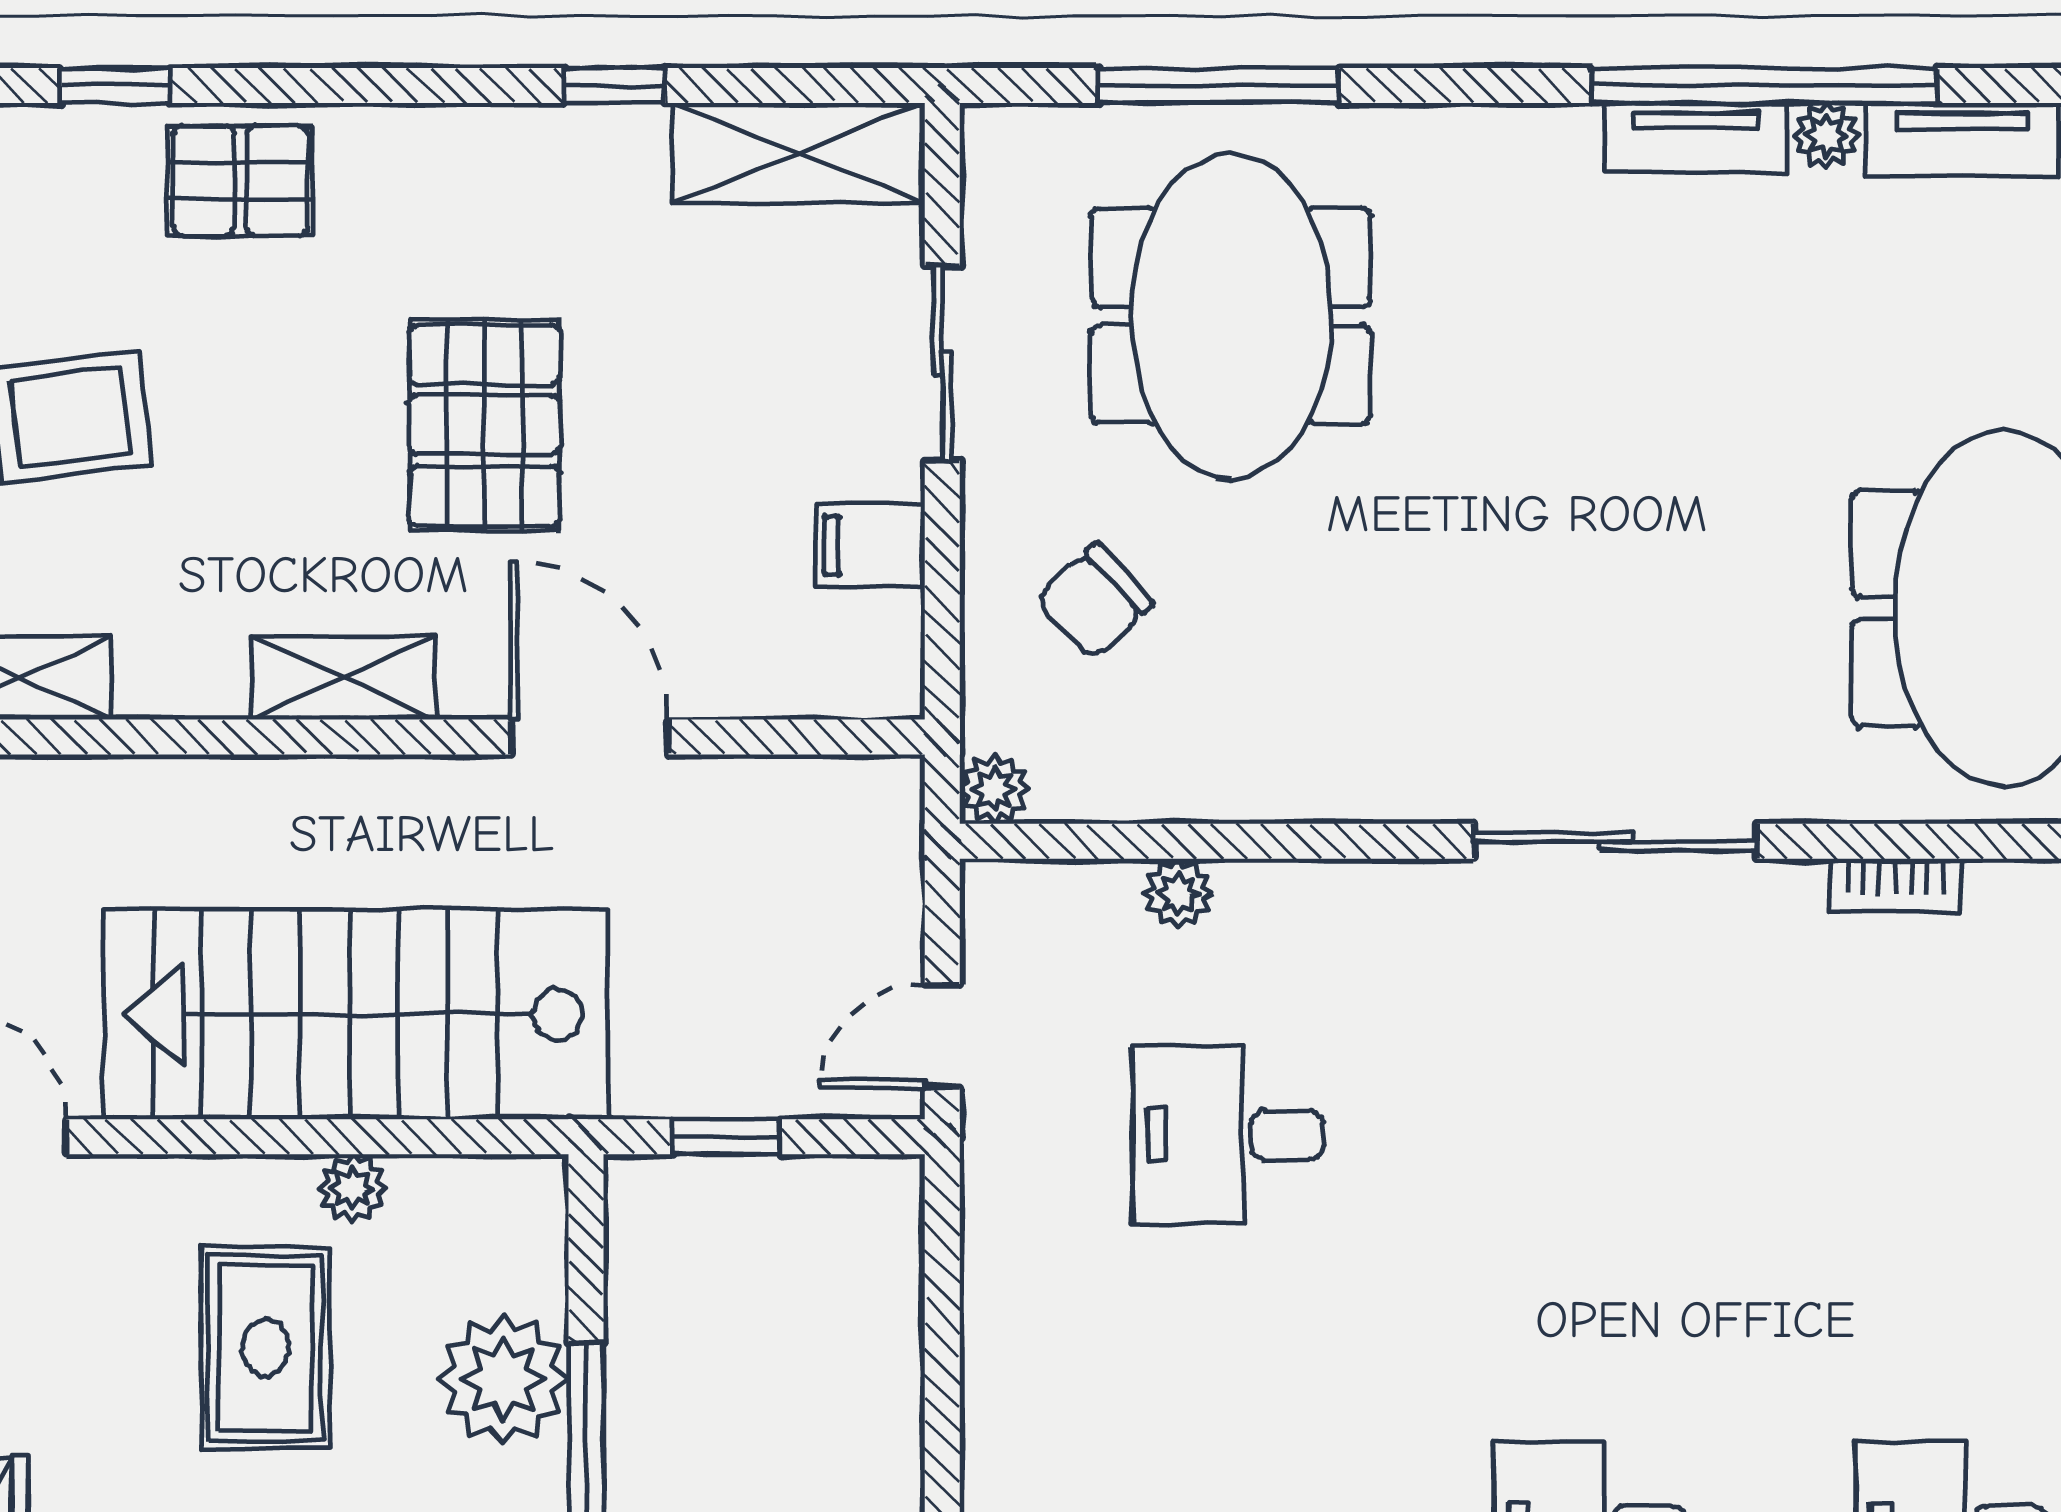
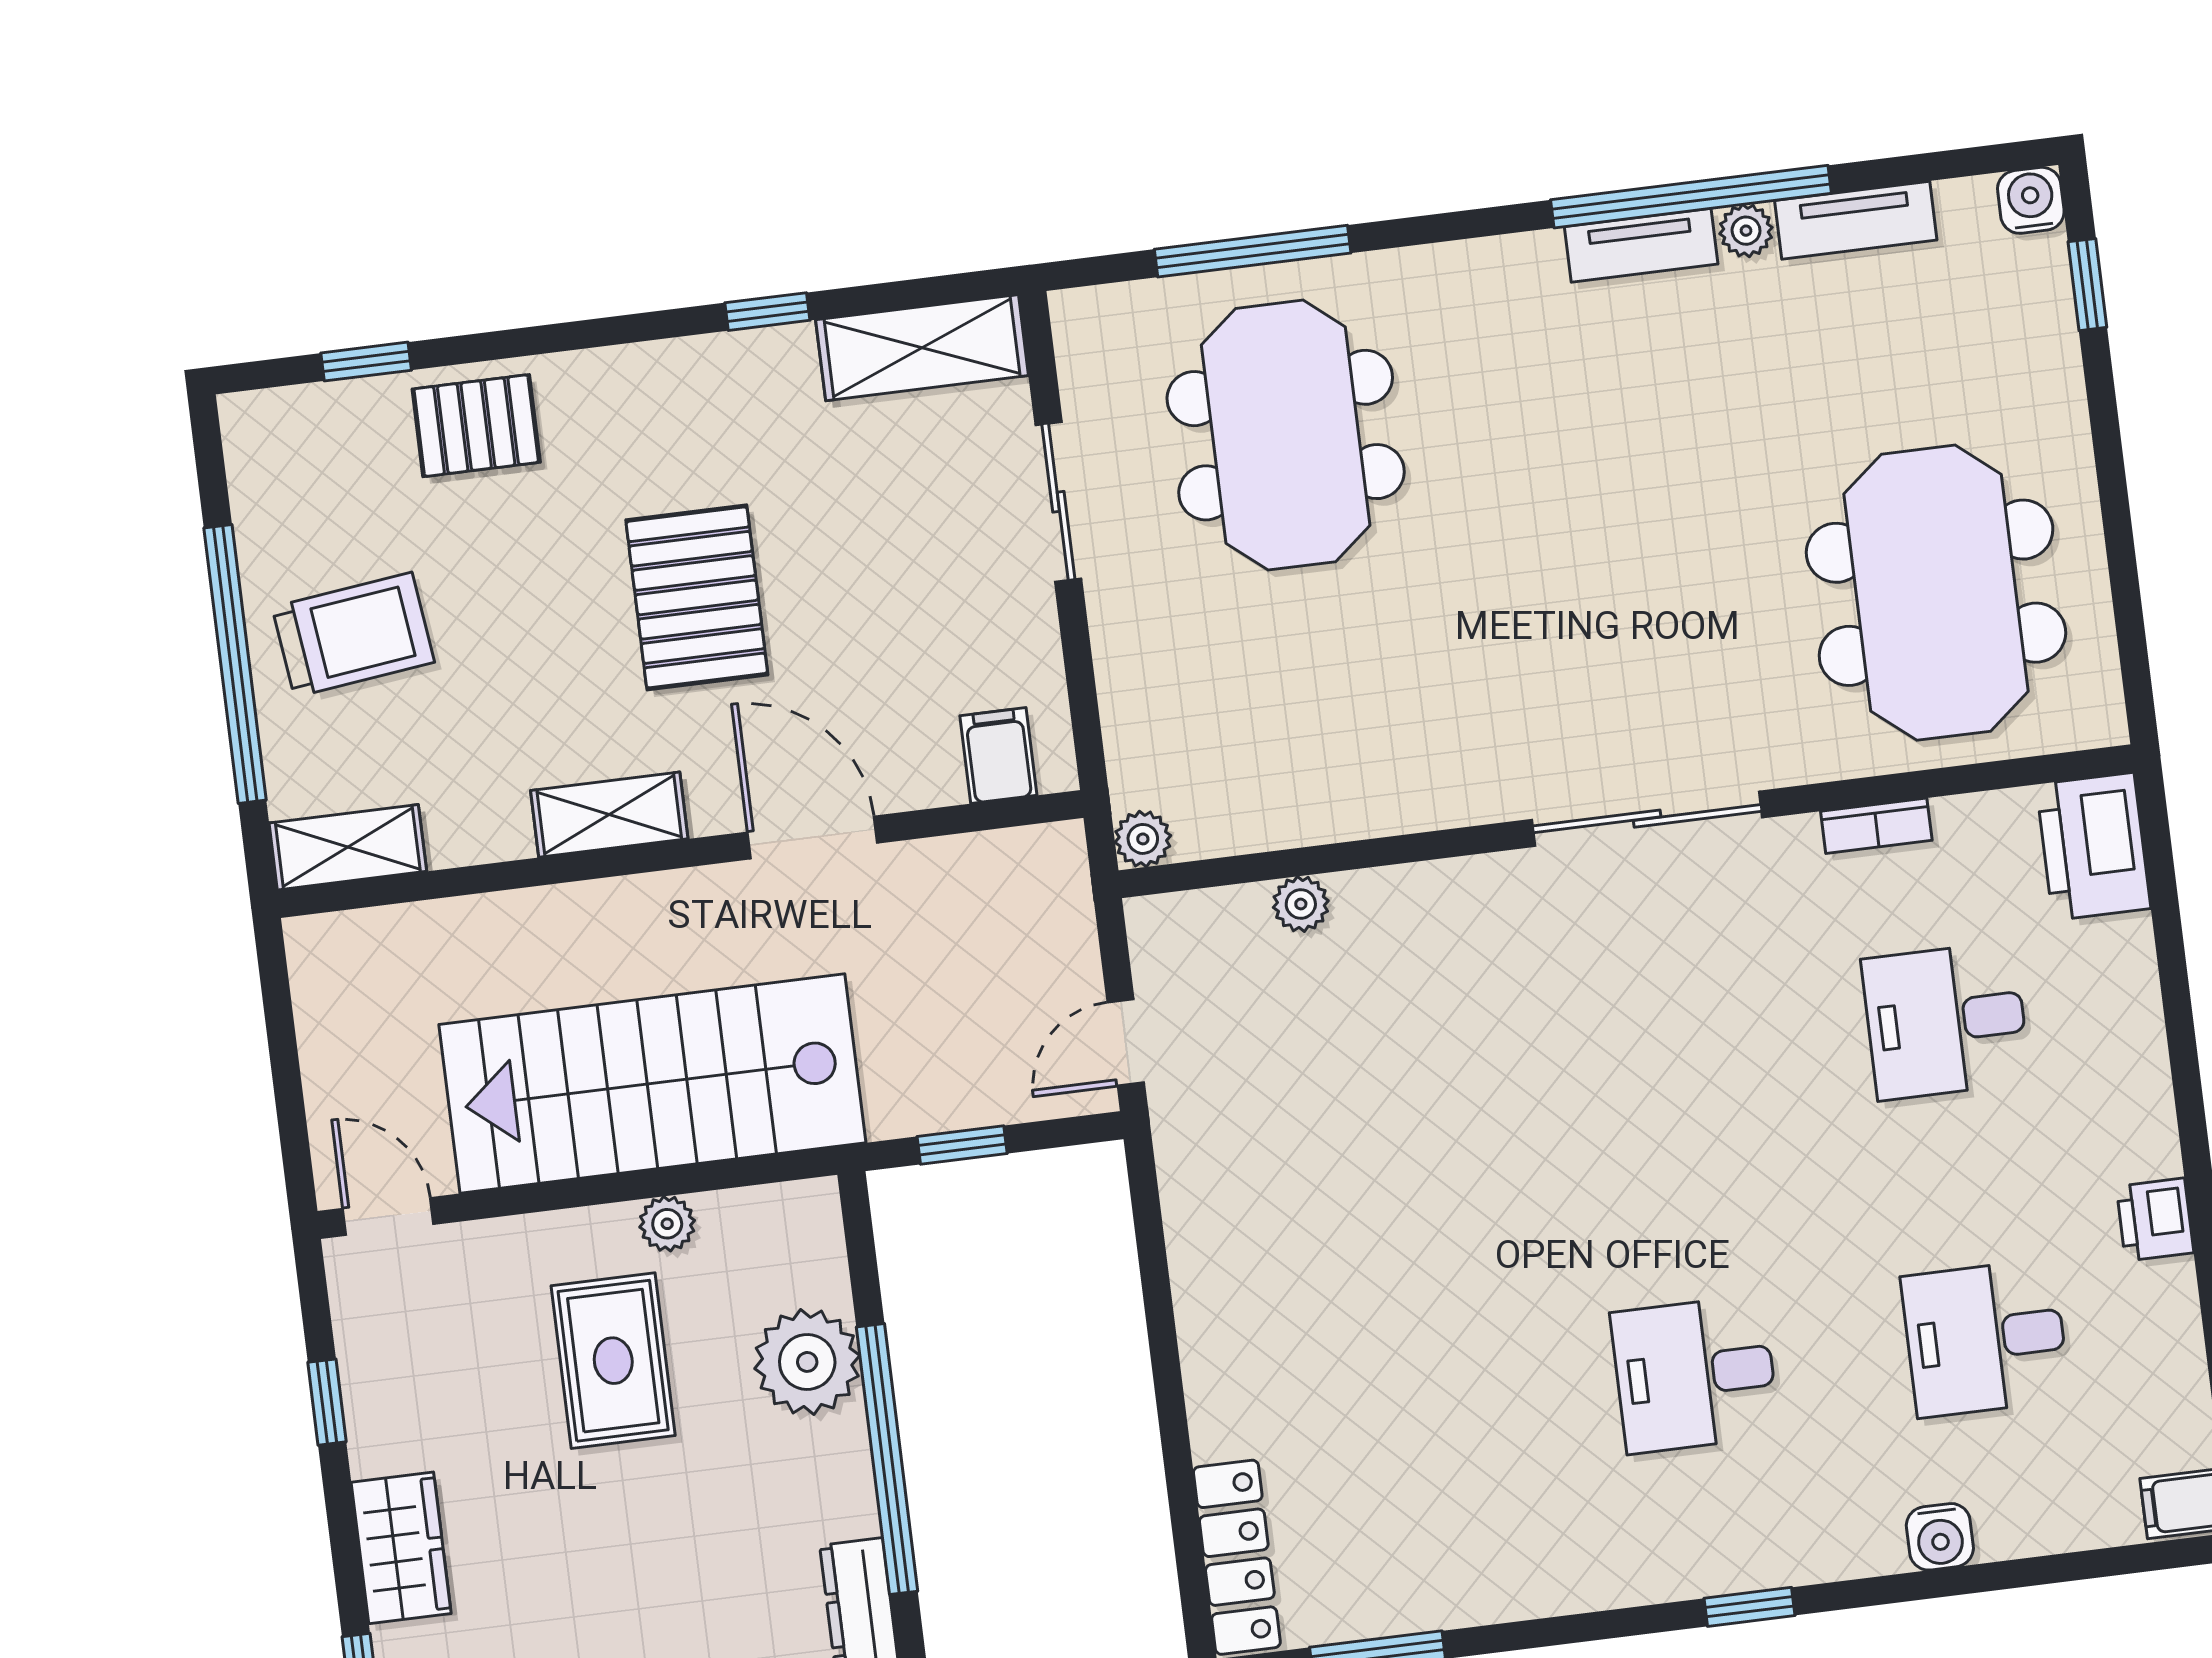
filing cabinet: (870, 545) -> (998, 756), moved, turned 90
chair: (1094, 601) -> (1204, 678), removed
desk: (1228, 1135) -> (1946, 1021), moved

